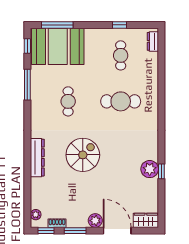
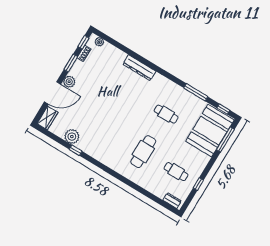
spiral stairs: (83, 155) -> (121, 101), removed
plant: (150, 169) -> (72, 137), moved

